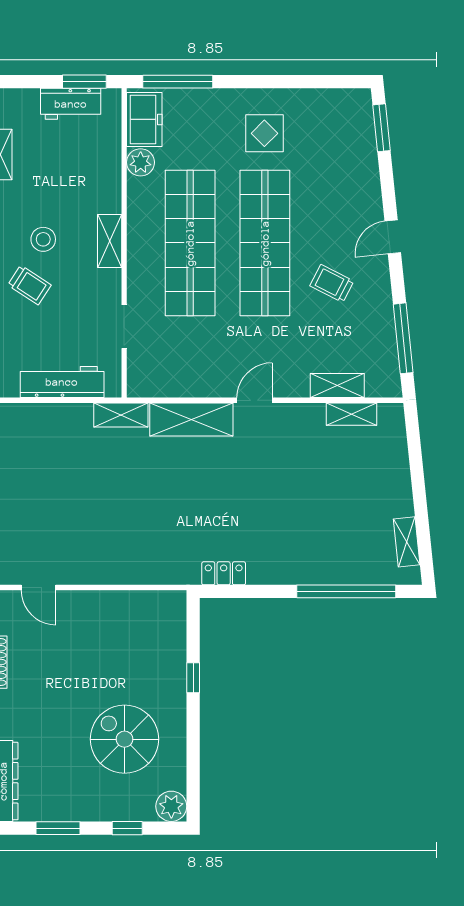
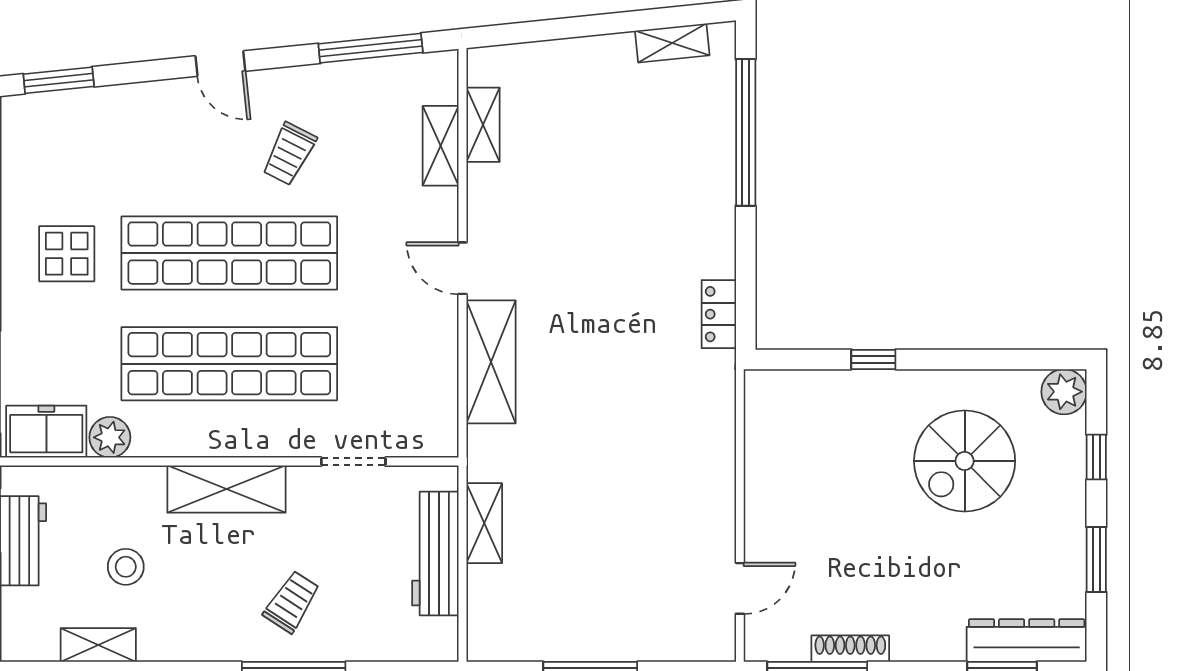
stool: (43, 239) -> (126, 567), moved
shelving: (110, 241) -> (226, 489), width x1.50, depth x1.33
shelving: (121, 415) -> (484, 523), moved

